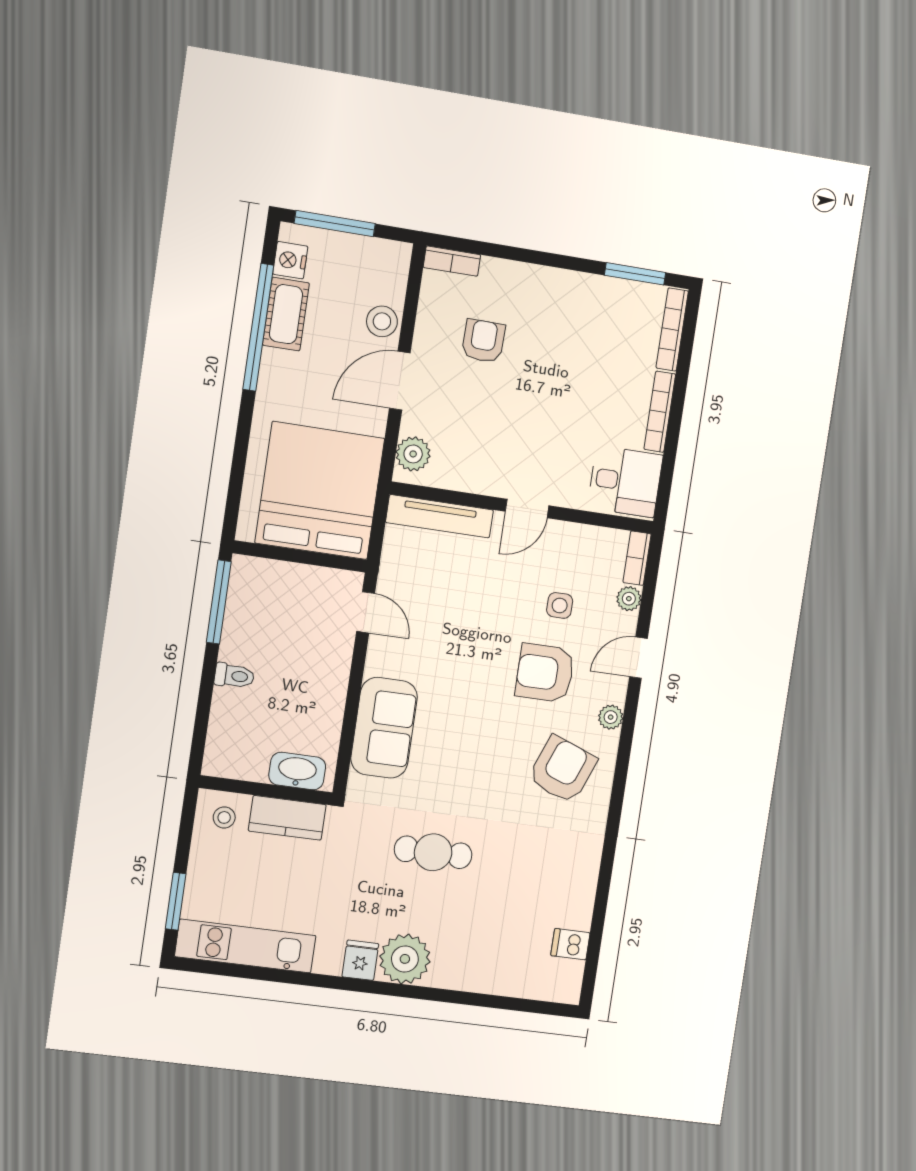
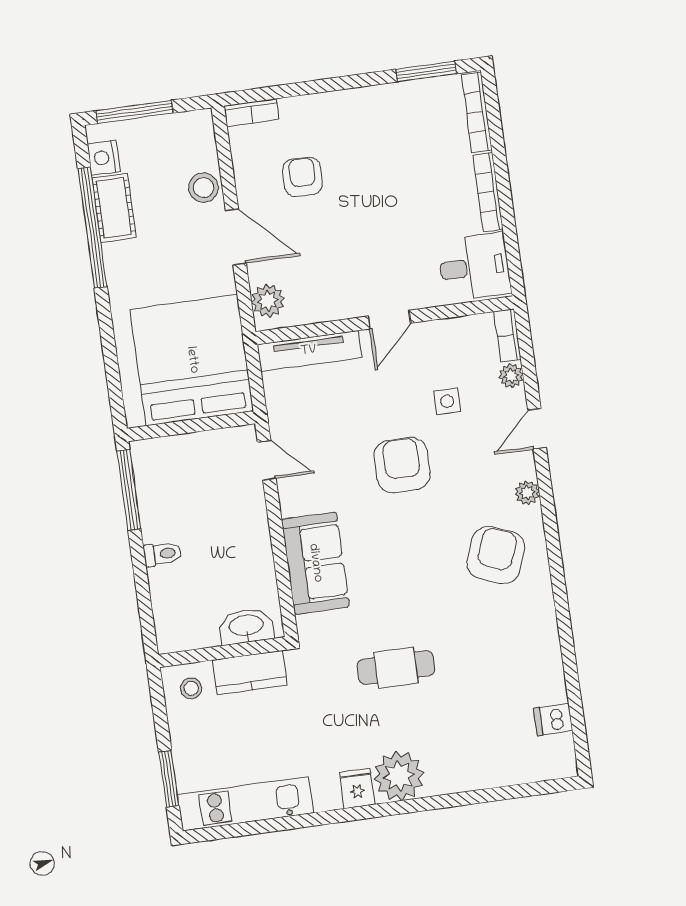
door: (400, 381) -> (236, 237), swing flipped
armchair: (545, 673) -> (402, 465), moved, turned 90

